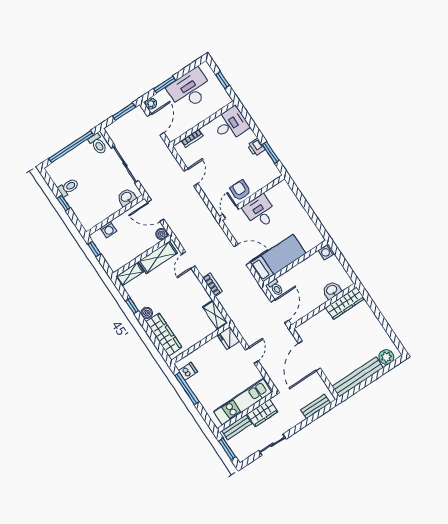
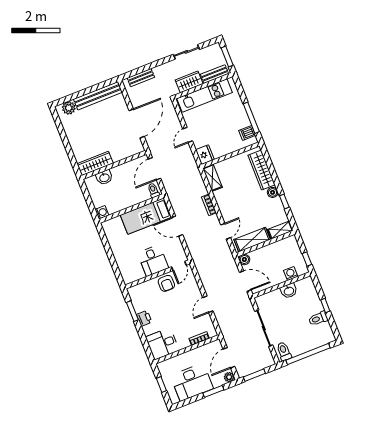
washbasin: (126, 197) -> (289, 291), moved

